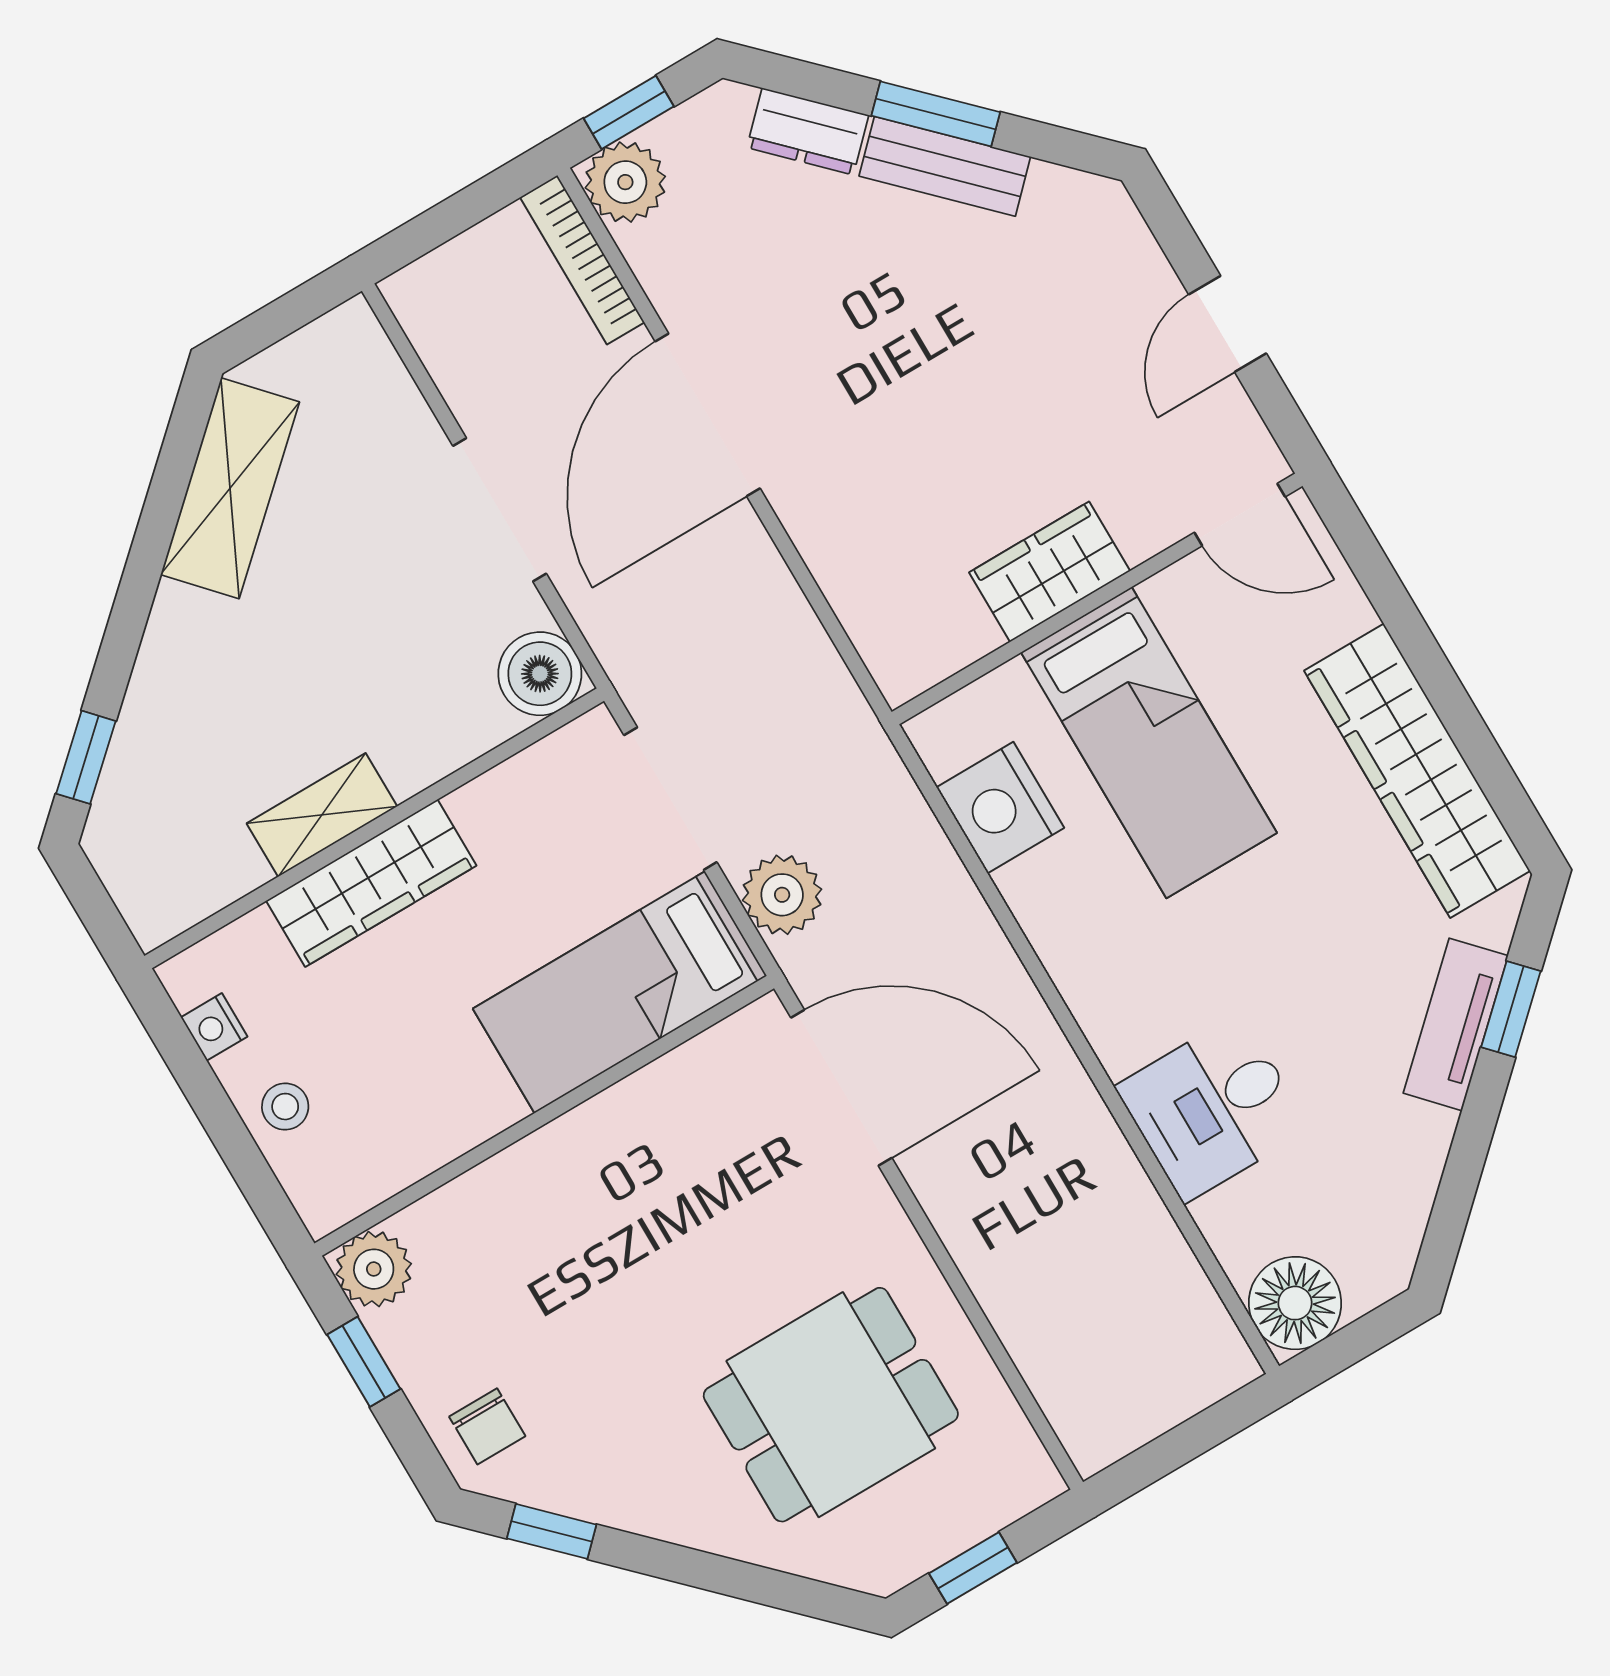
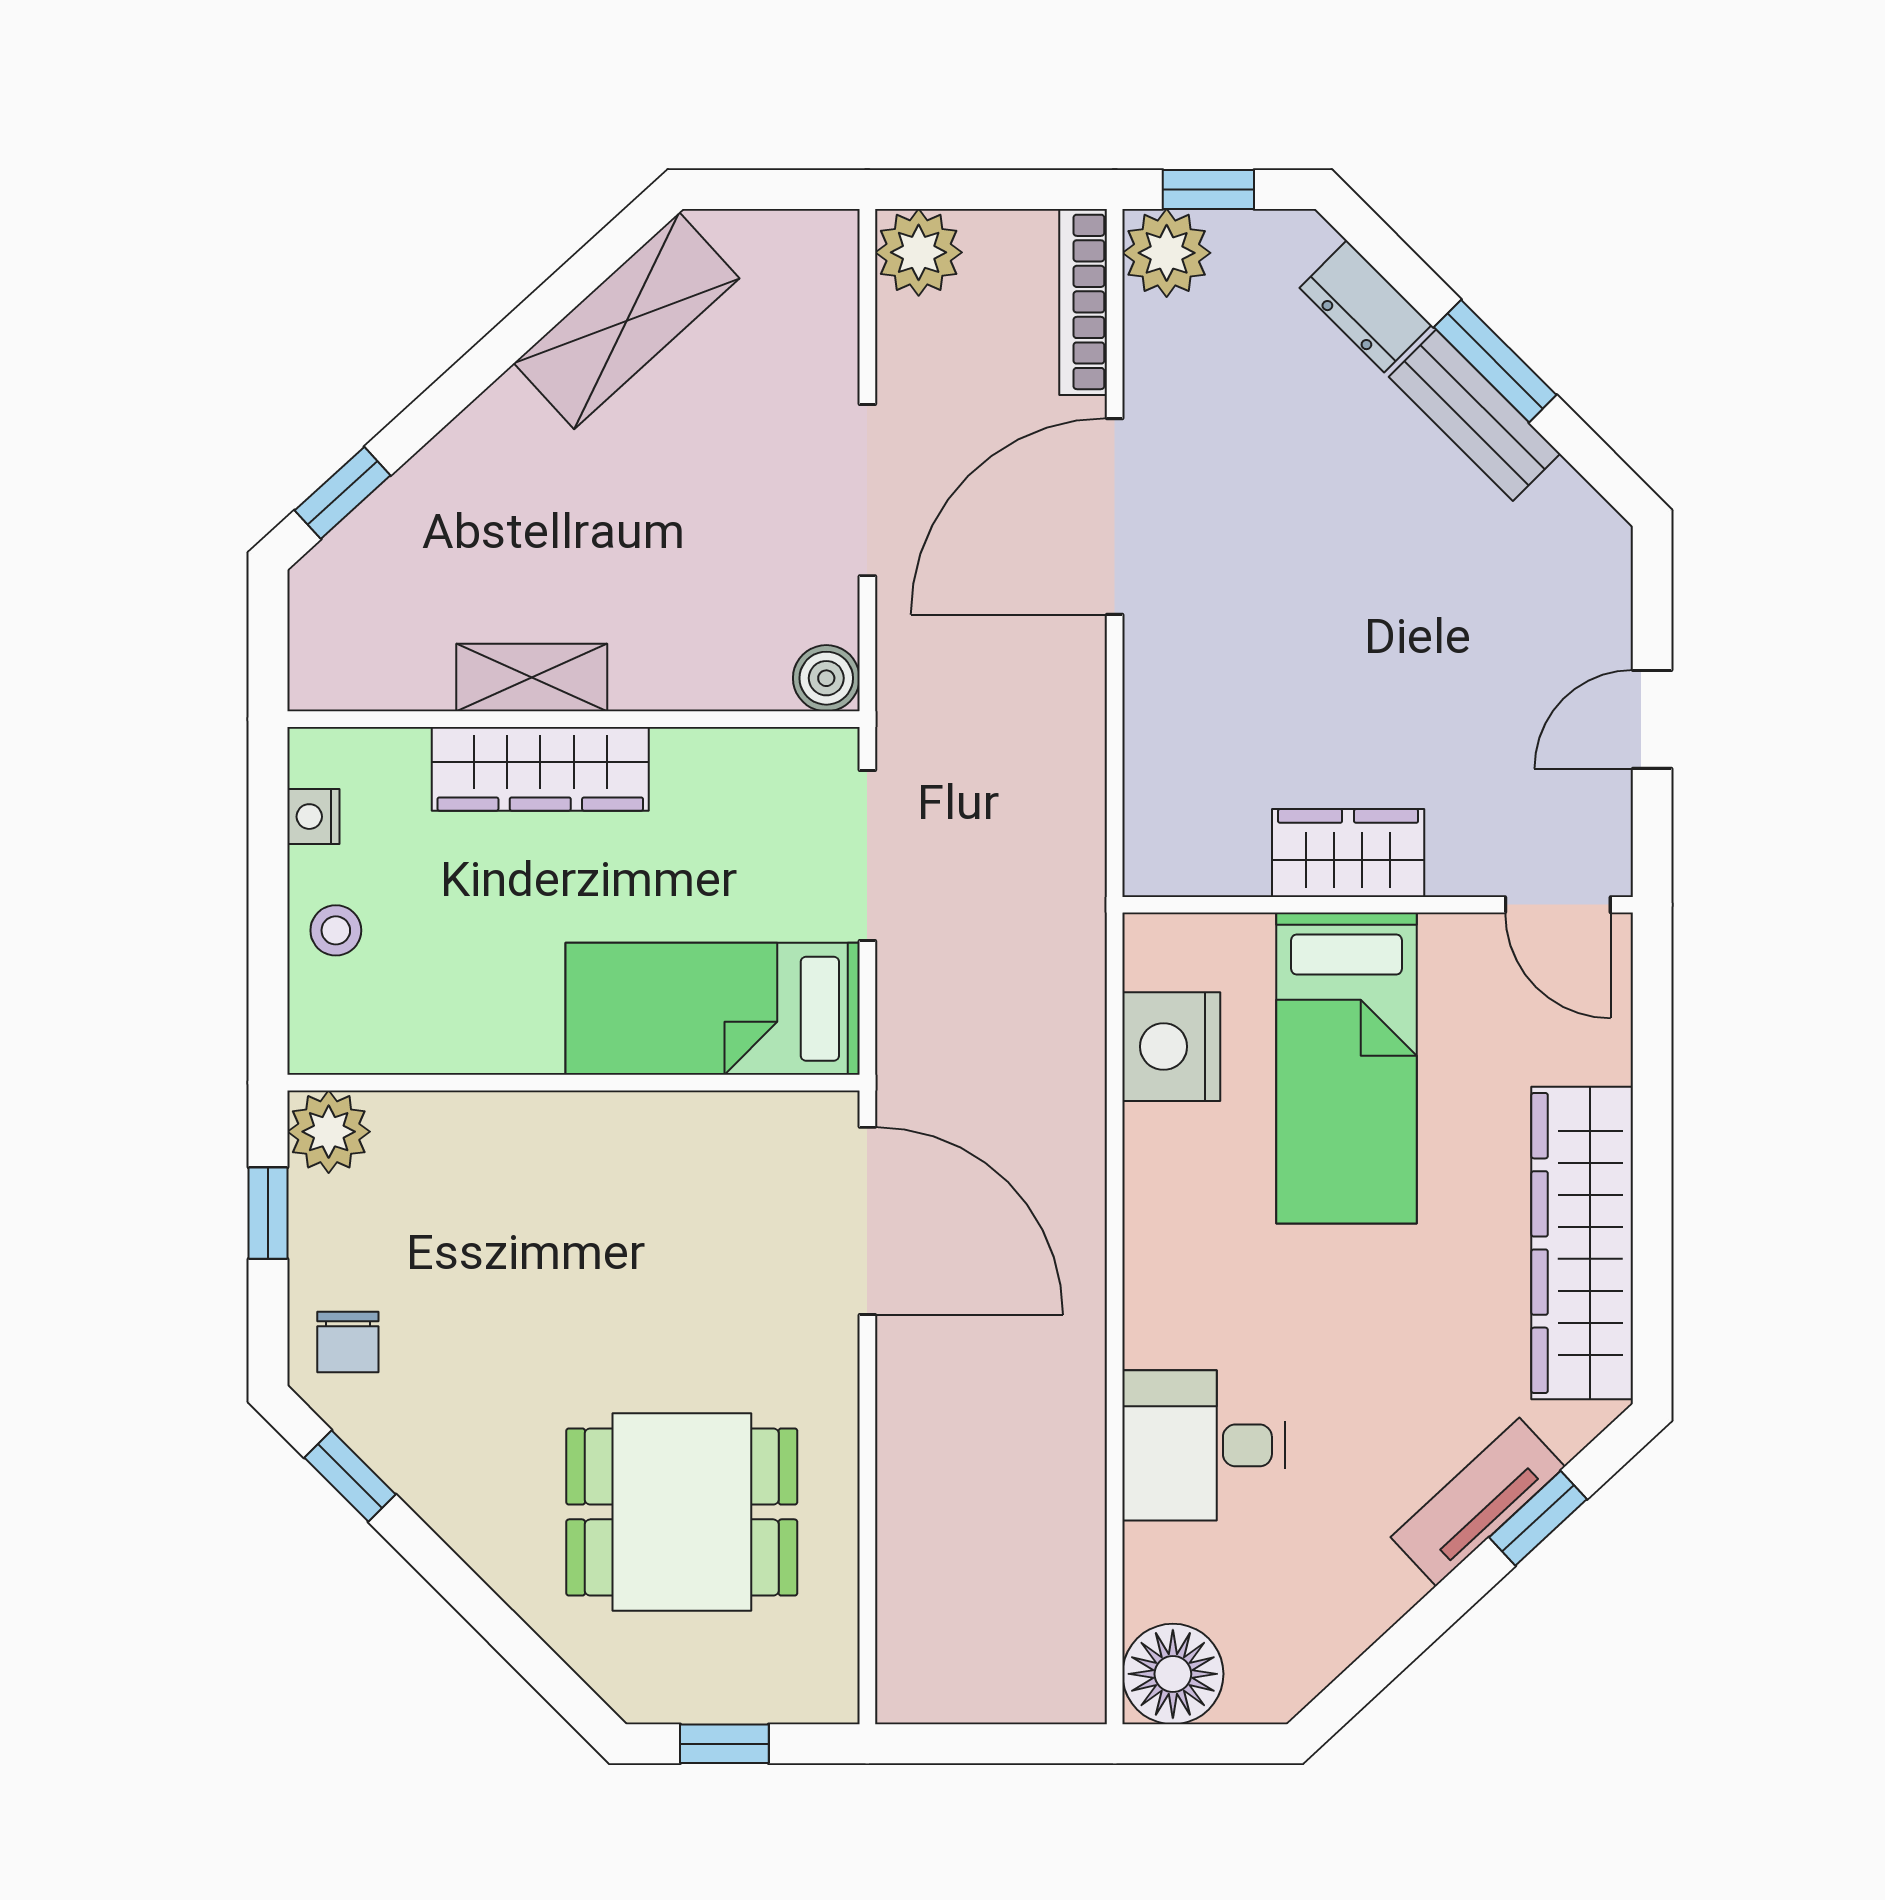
boiler: (540, 674) -> (826, 678), width x0.73, depth x0.73
plant: (782, 895) -> (919, 252), moved

